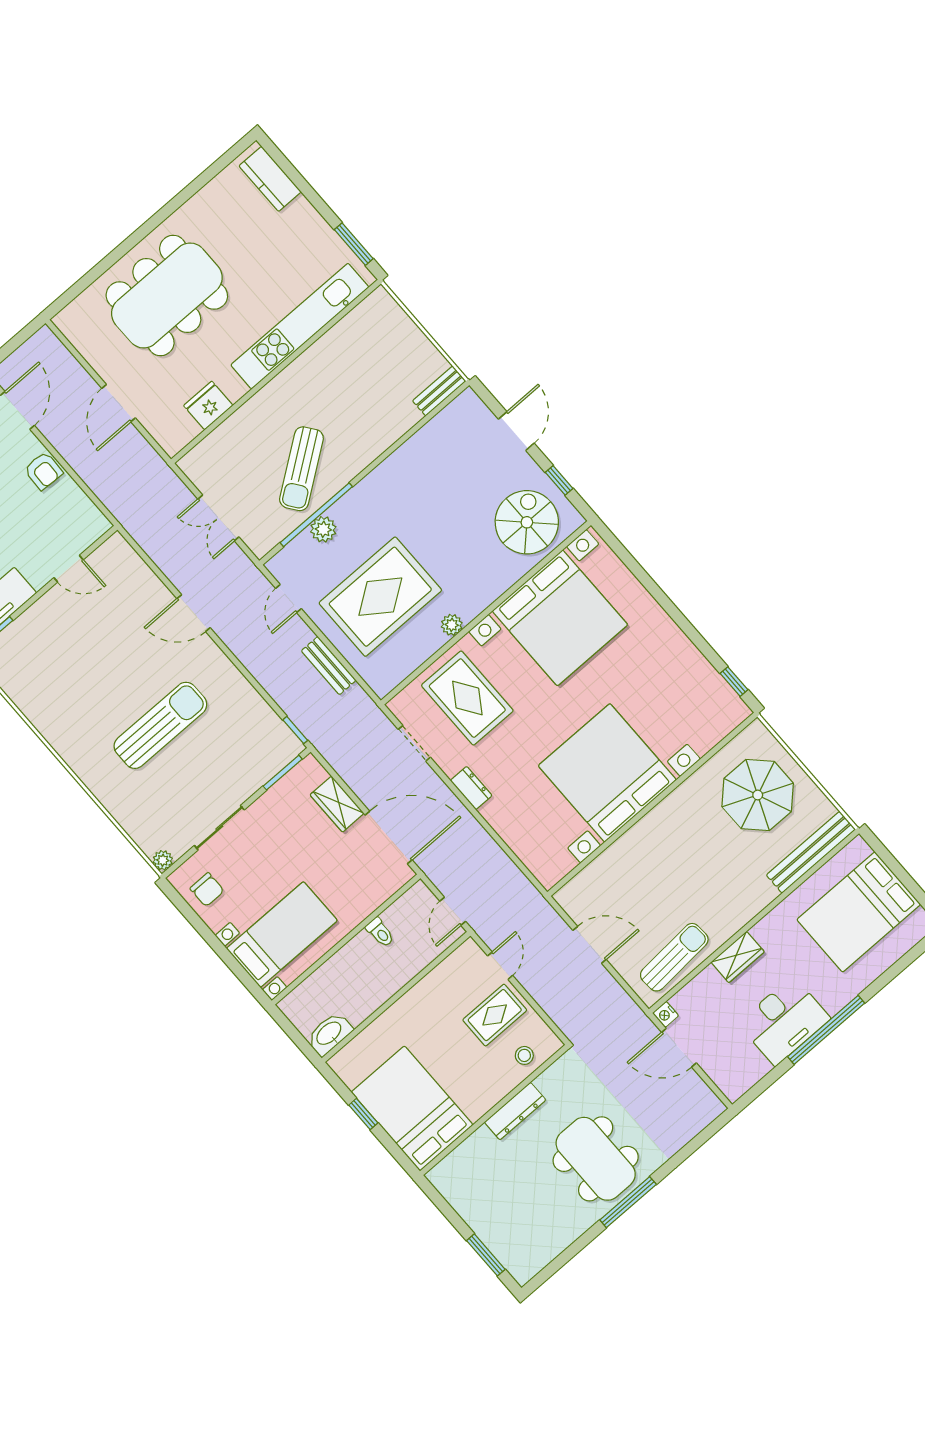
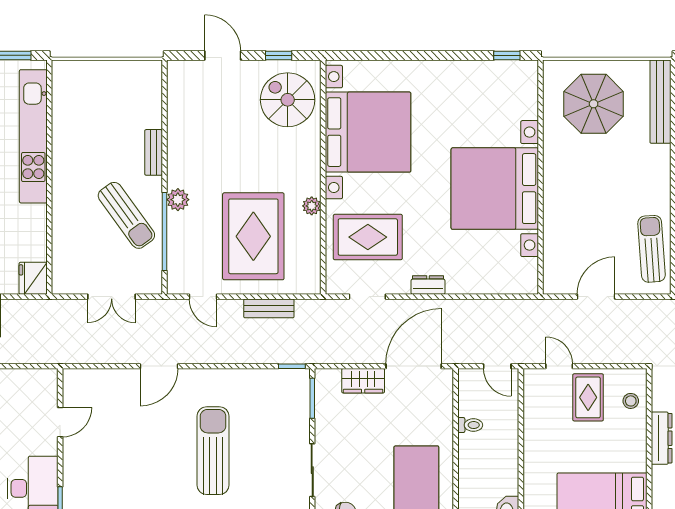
bench: (439, 391) -> (154, 152), moved
fridge: (208, 405) -> (33, 278), moved
plant: (323, 529) -> (178, 200), moved

